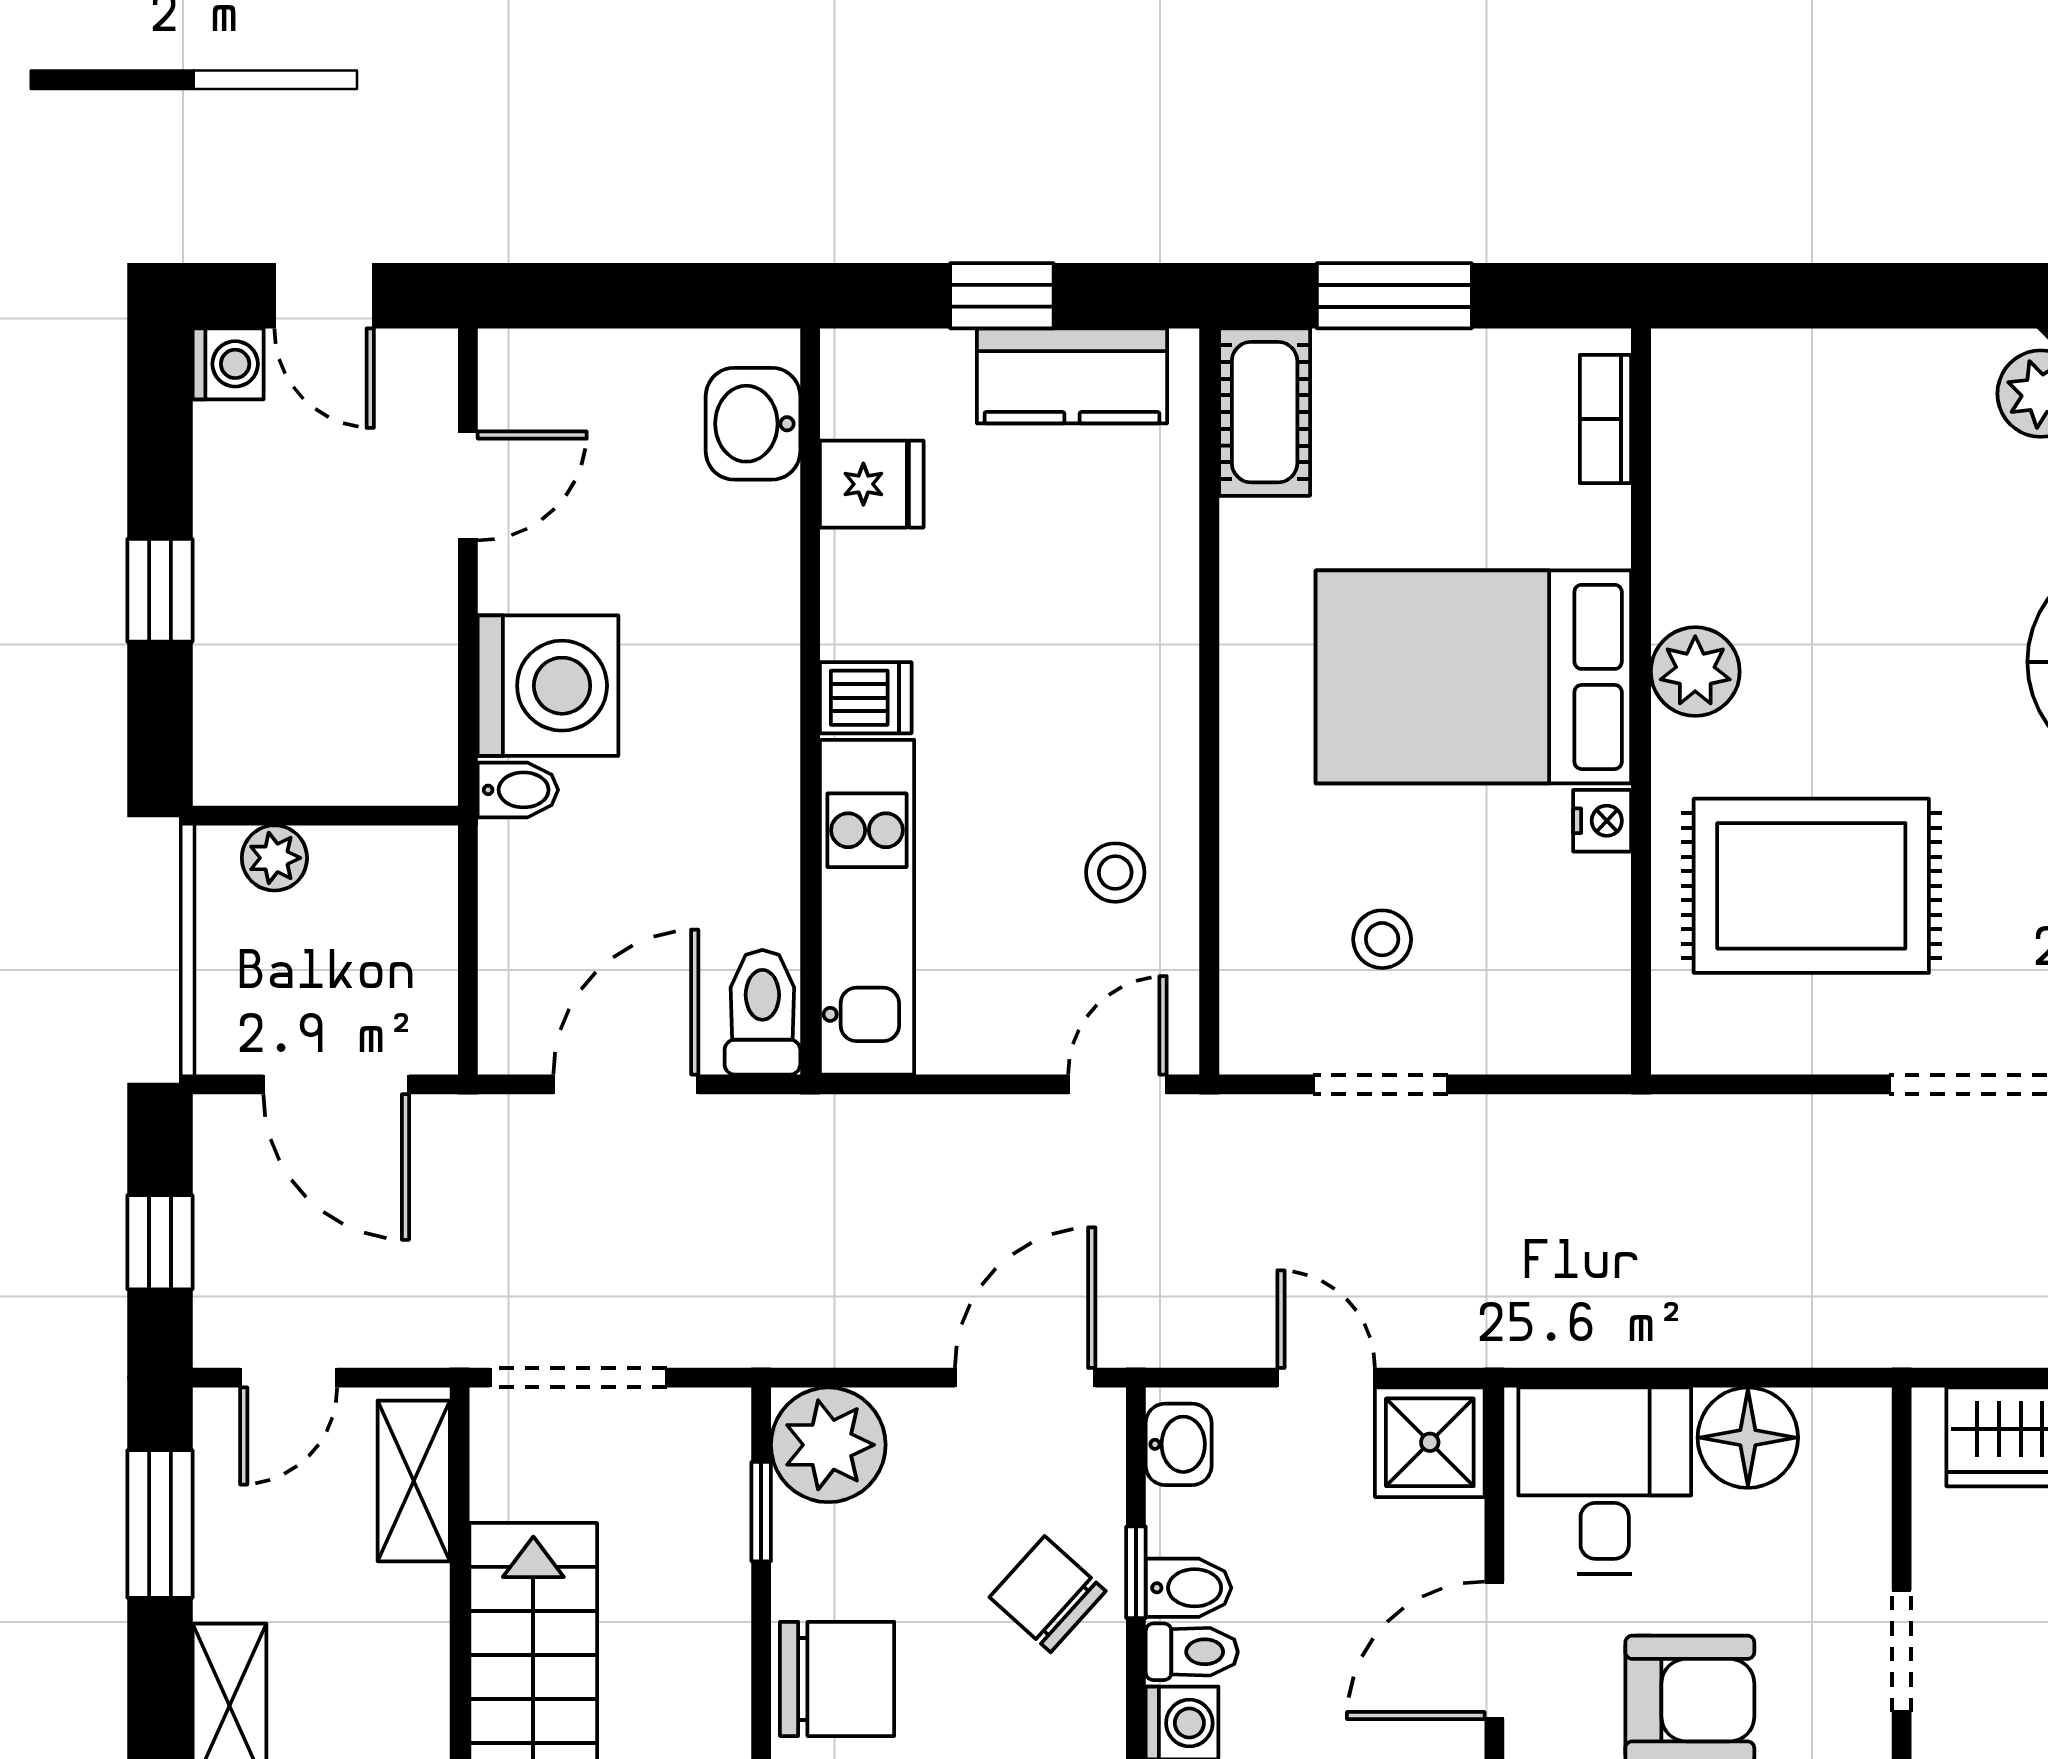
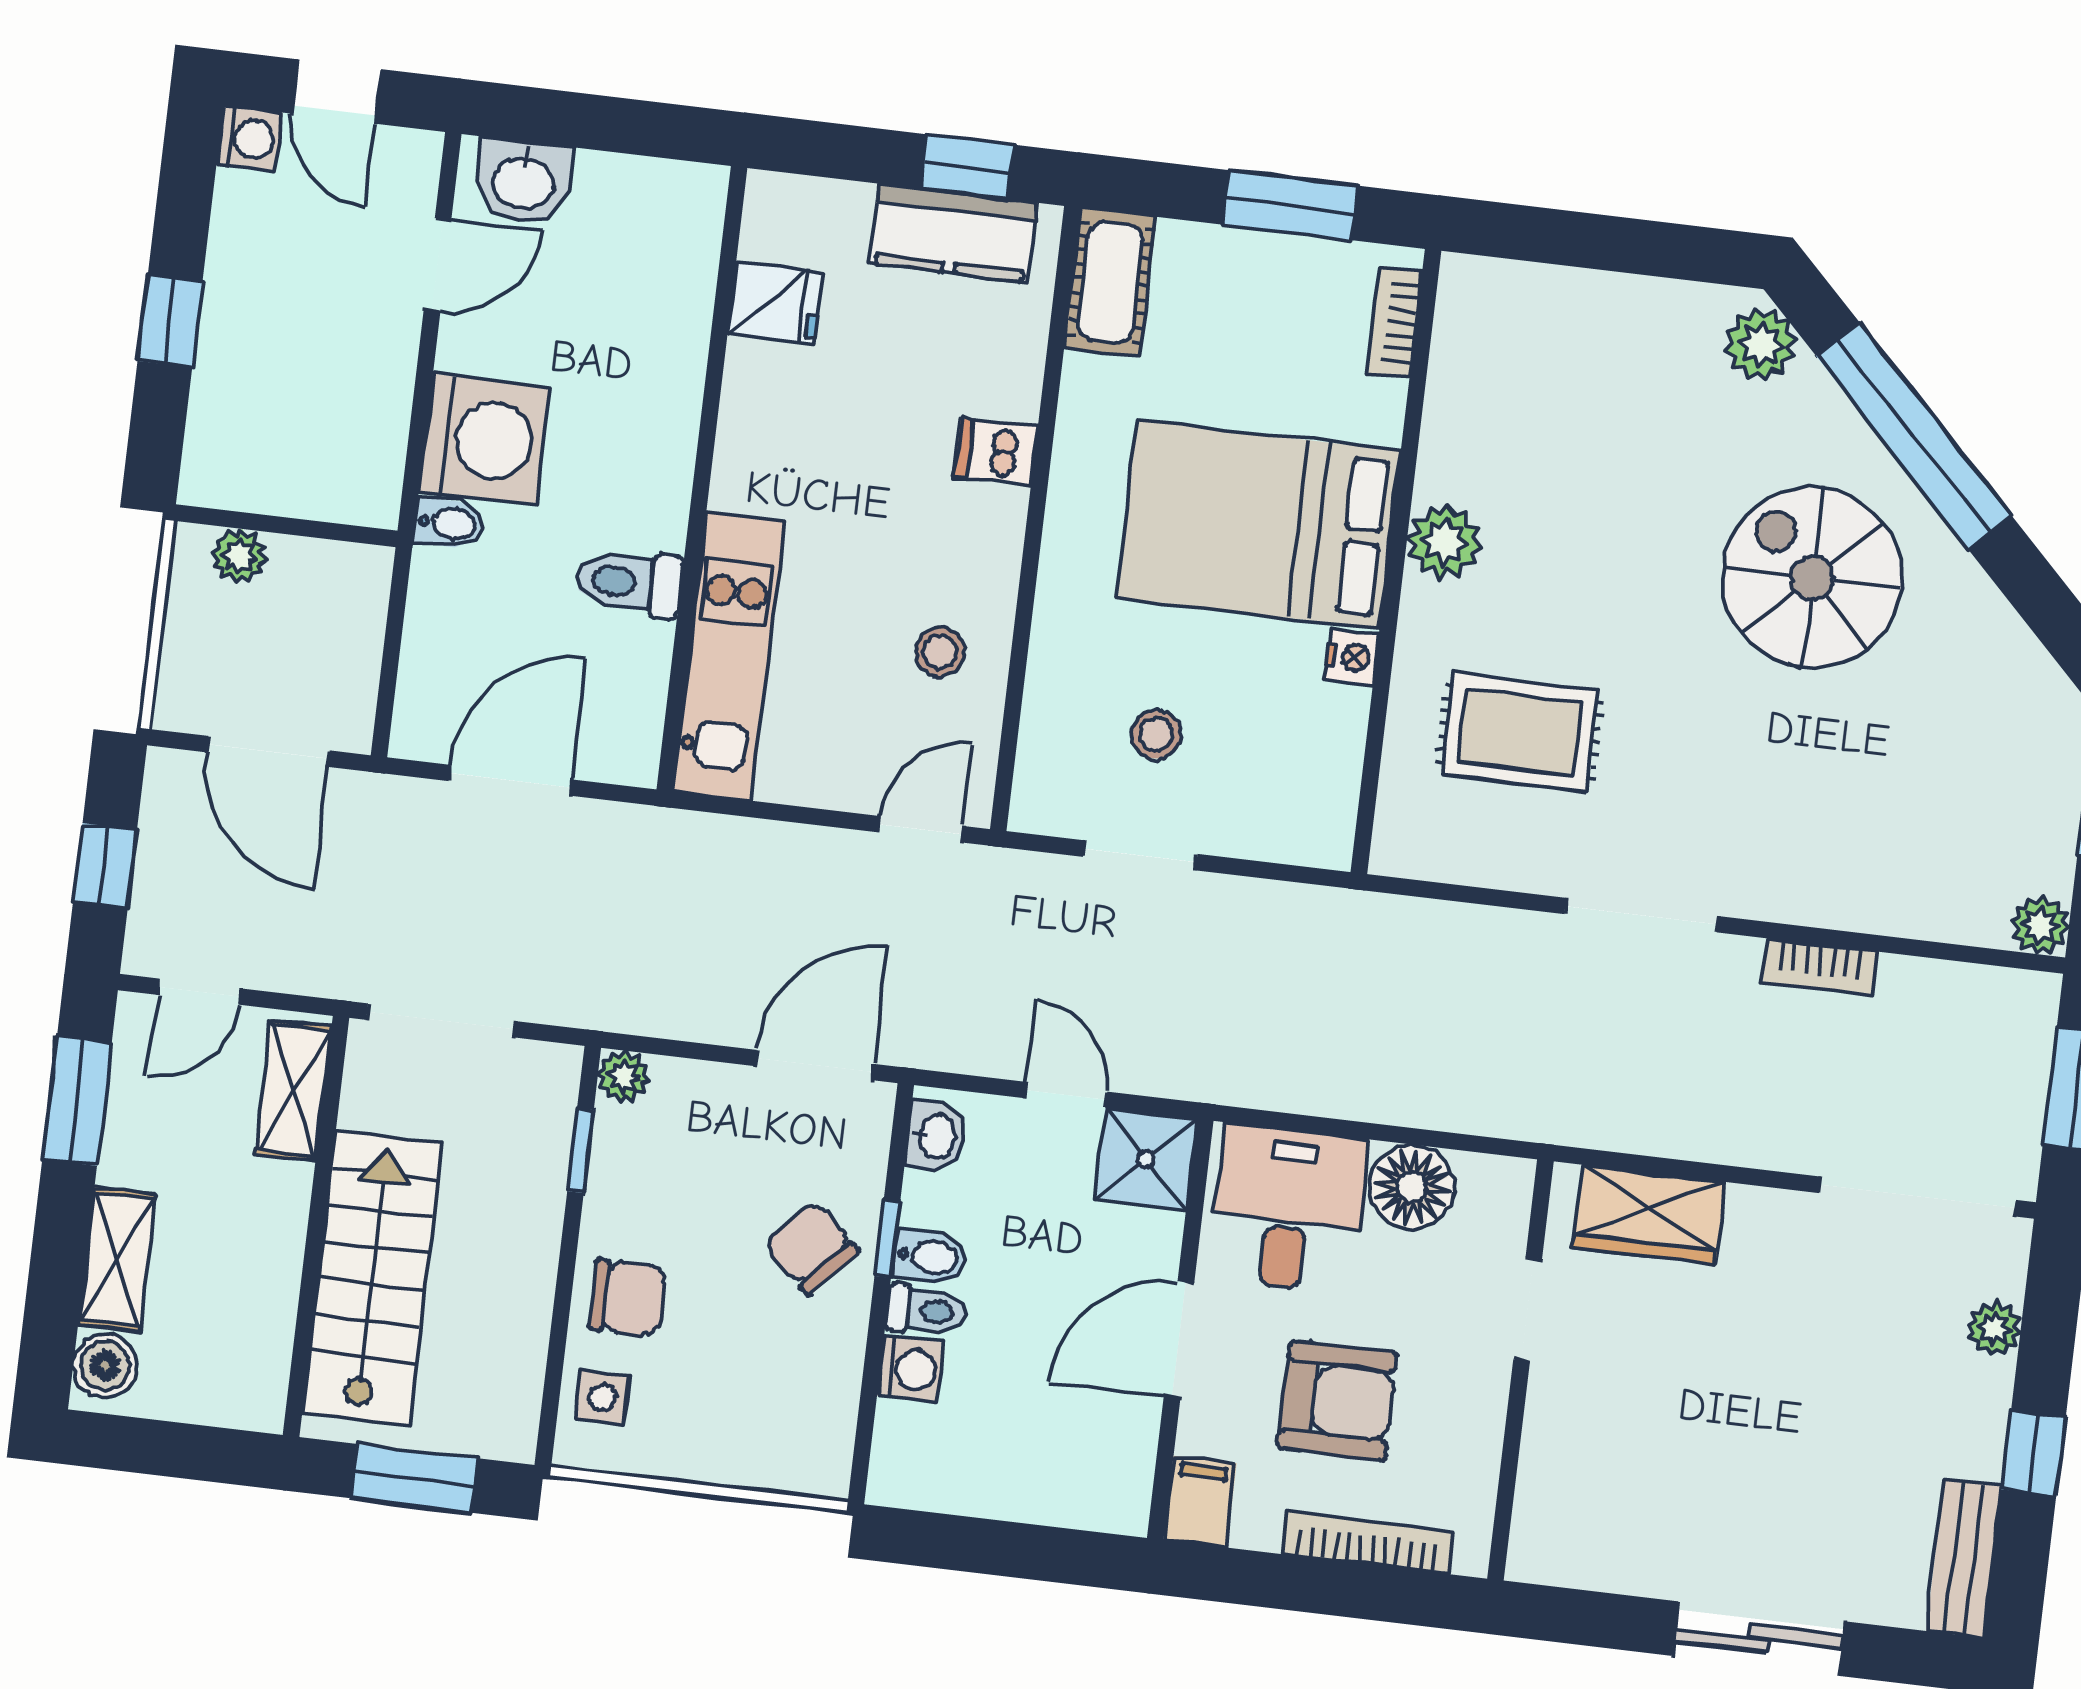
window: (1002, 296) -> (967, 167), moved
window: (1394, 296) -> (1290, 205), moved
washbasin: (753, 424) -> (523, 181), moved, turned -90
dishwasher: (866, 698) -> (996, 452), moved, turned 180
rug: (1811, 886) -> (1520, 732), width x0.73, depth x0.70
toilet: (762, 1012) -> (629, 582), moved, turned -90
plant: (828, 1445) -> (623, 1076), width x0.53, depth x0.53
doorway: (1902, 1651) -> (1528, 1309), moved
chair: (837, 1679) -> (627, 1298), width x0.73, depth x0.73

